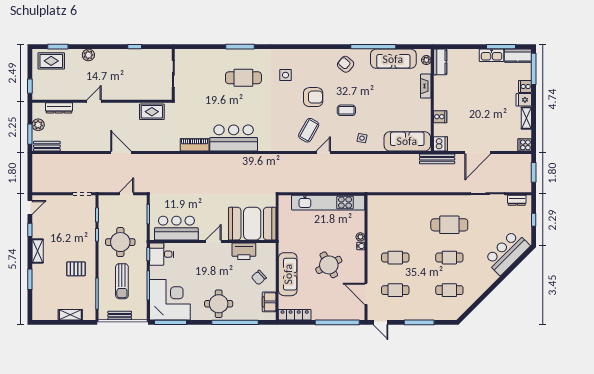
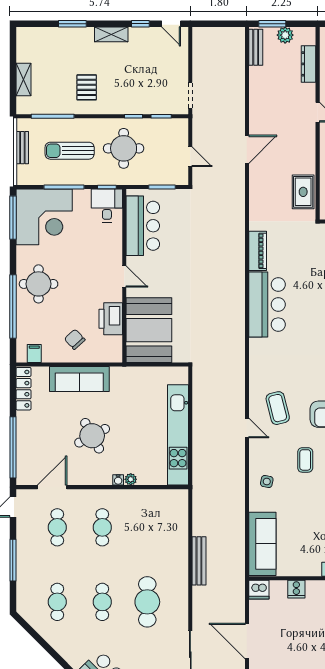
coffee table: (309, 130) -> (278, 408), turned 47
bench: (437, 159) -> (199, 561), moved
filing cabinet: (269, 302) -> (34, 353), width x0.50

